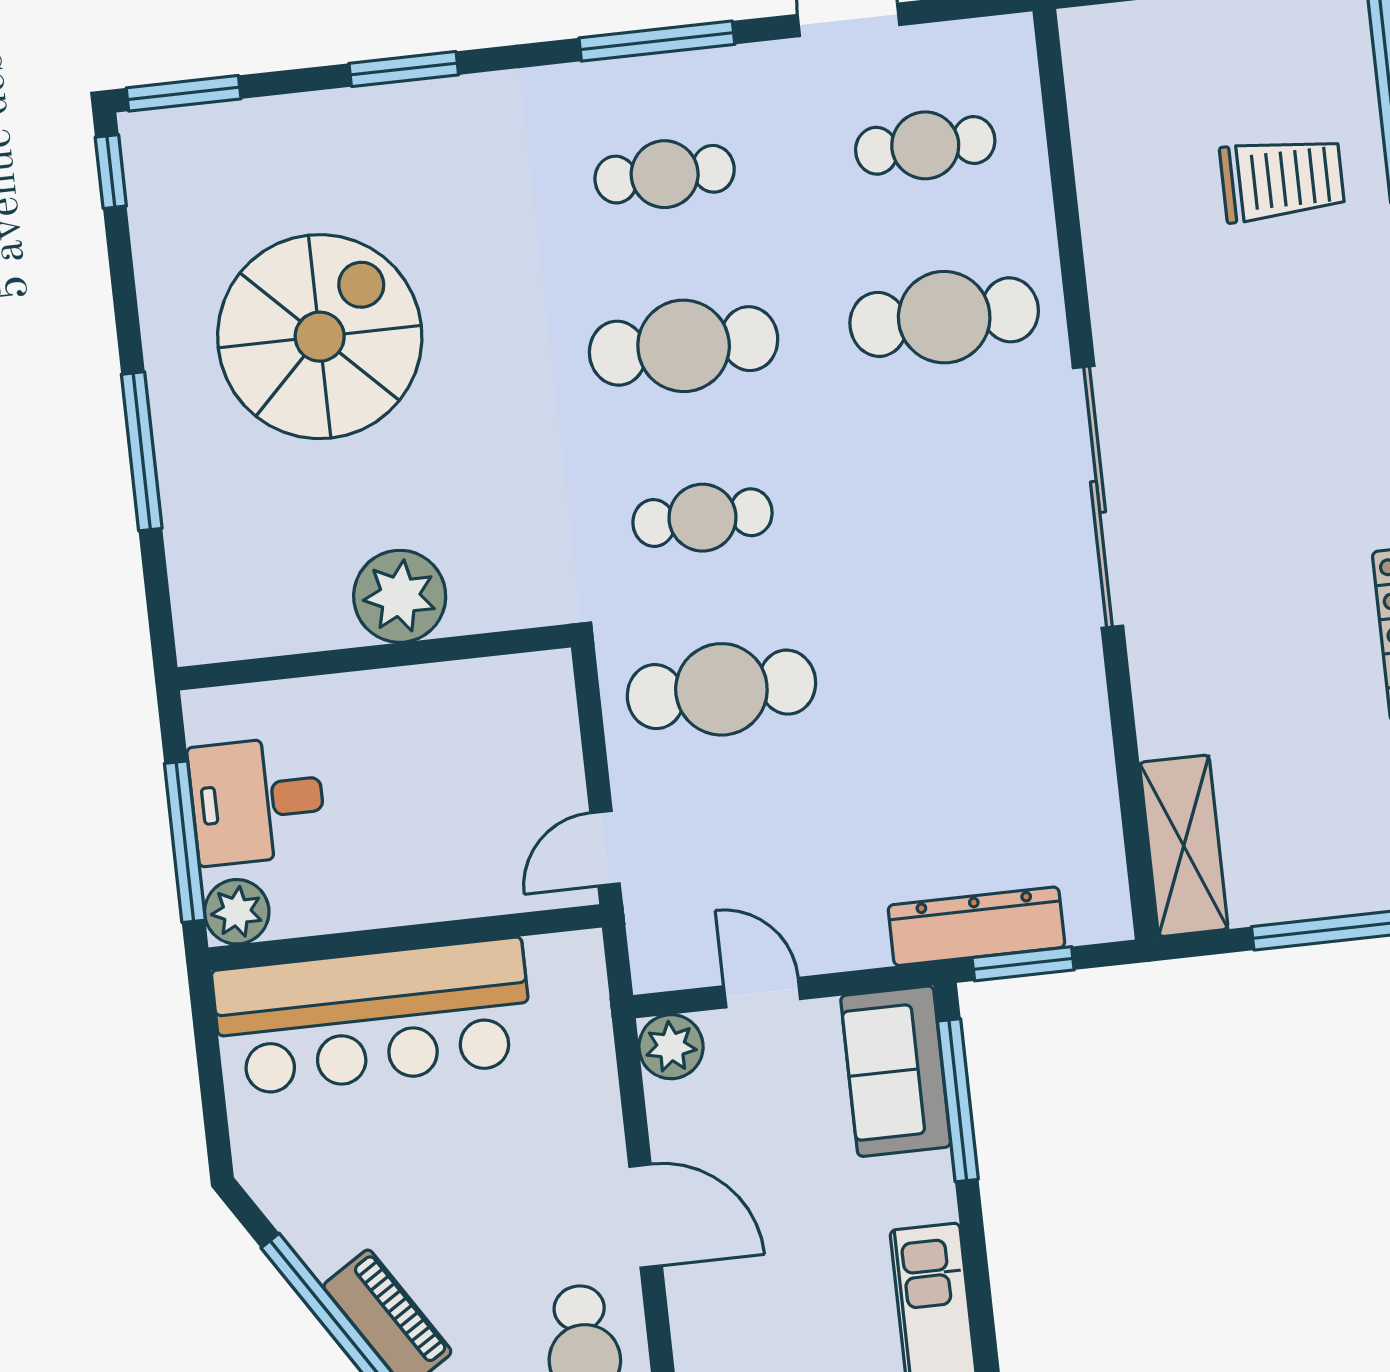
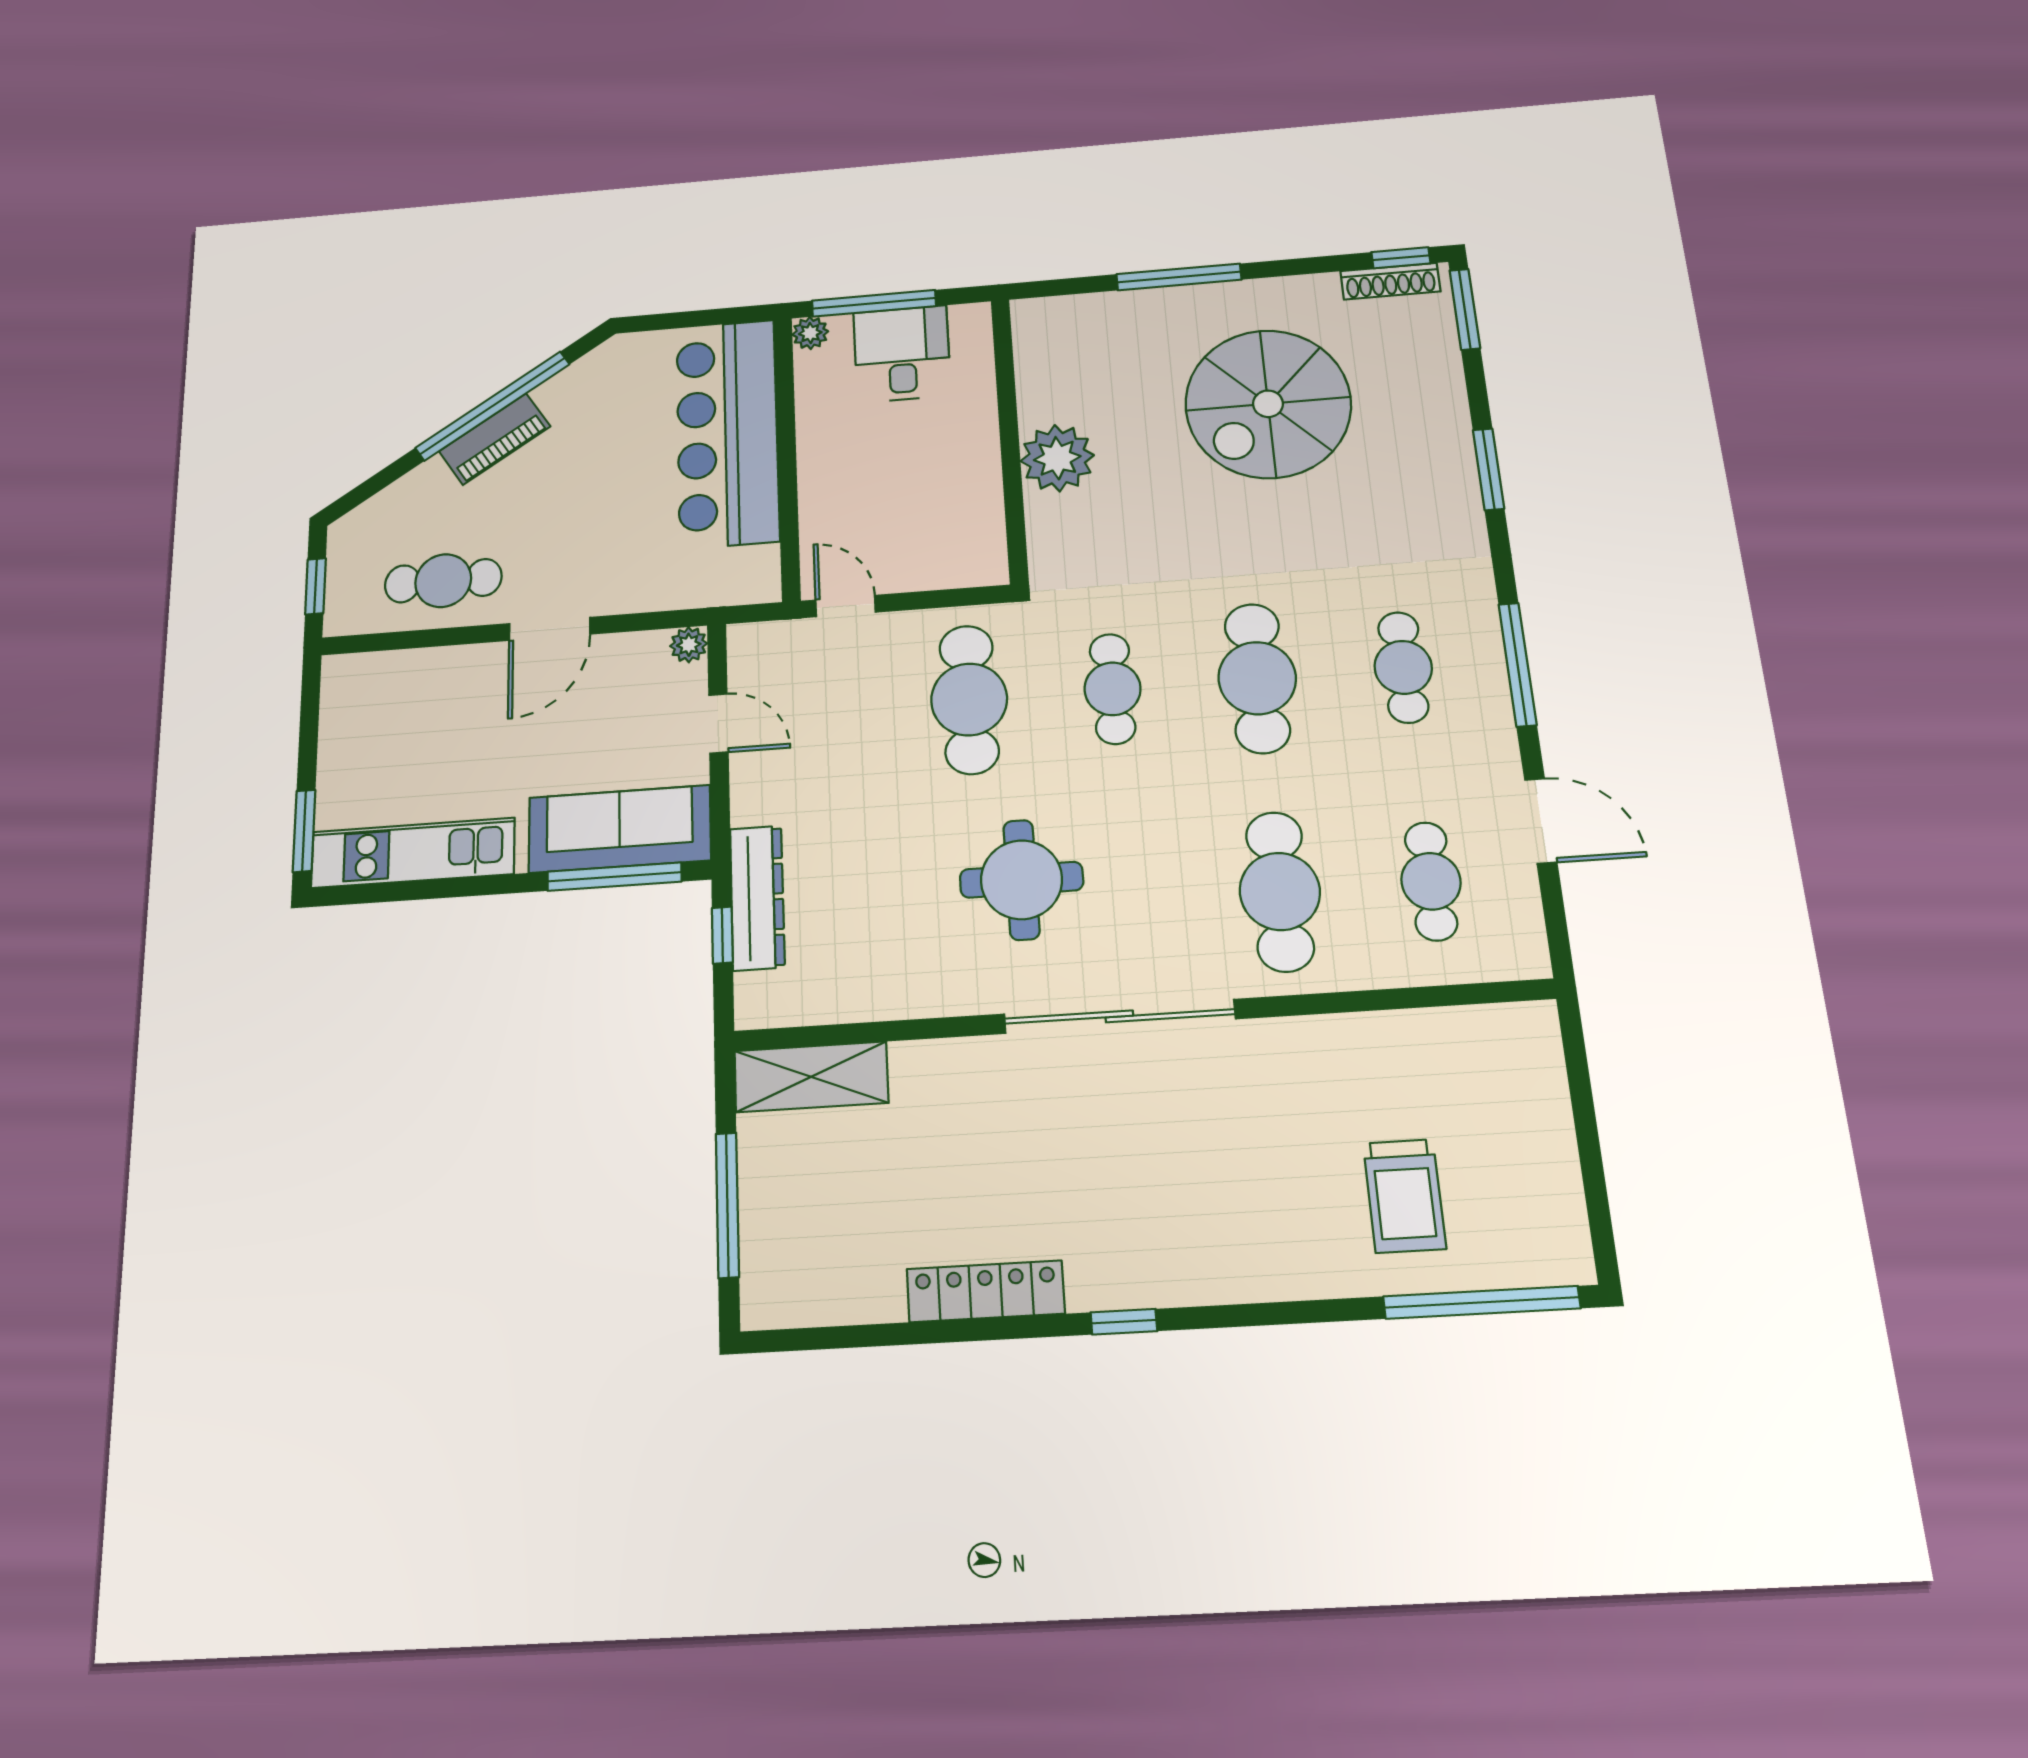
shoe rack: (145, 185) -> (1390, 281), added
spiral stairs: (320, 337) -> (1268, 404), turned 90
round table: (942, 616) -> (1021, 880), added
plant: (237, 912) -> (810, 333), width x0.73, depth x0.73
window: (1023, 964) -> (722, 935), width x0.67
door: (762, 993) -> (718, 723), hinge flipped
plant: (671, 1047) -> (689, 645), width x0.73, depth x0.73
sofa: (896, 1071) -> (620, 829), width x1.36

